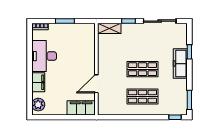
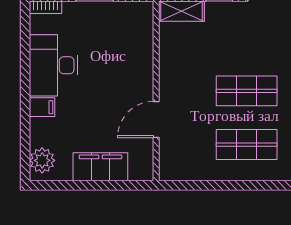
filing cabinet: (38, 82) -> (42, 107), width x0.50
filing cabinet: (81, 108) -> (100, 167), moved

